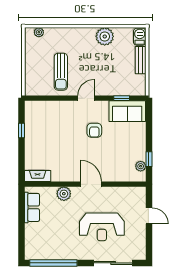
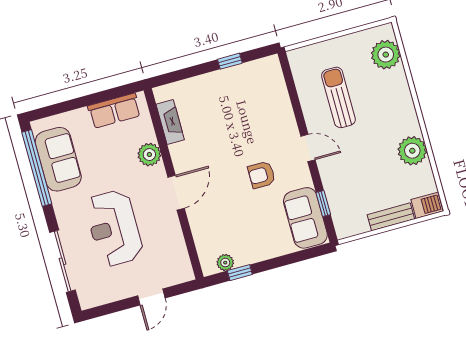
plant: (39, 32) -> (386, 55), width x1.87, depth x1.87
sun lounger: (61, 72) -> (338, 97), turned 90
fireplace: (38, 176) -> (170, 122), moved
sofa: (52, 249) -> (58, 159), added

